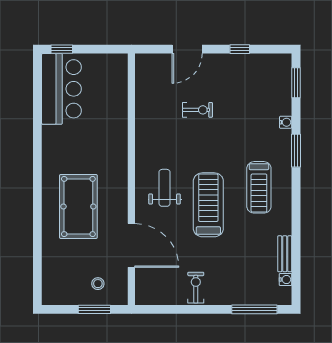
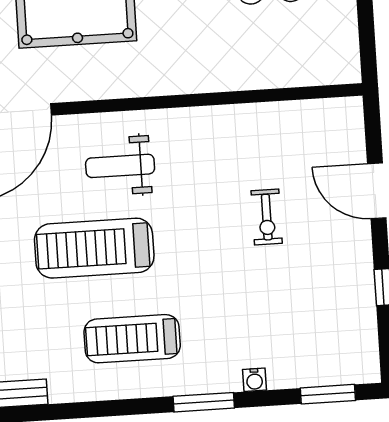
weight bench: (165, 188) -> (120, 166), turned 180
treadmill: (208, 205) -> (94, 248), turned 180

